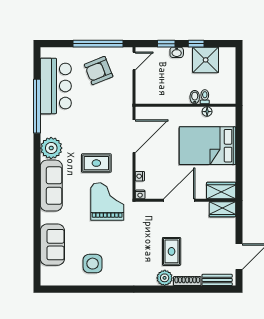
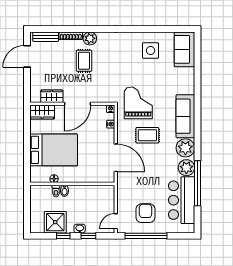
armchair: (99, 71) -> (145, 213), turned -68
plant: (50, 124) -> (186, 168), added
door: (134, 136) -> (116, 158), swing flipped
grand piano: (107, 201) -> (138, 103), turned 180
wardrobe: (223, 209) -> (52, 96), moved
sofa: (52, 245) -> (184, 49), moved

